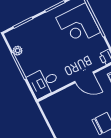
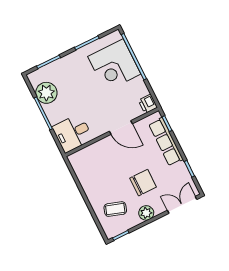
plant: (18, 51) -> (46, 93), width x1.87, depth x1.87

